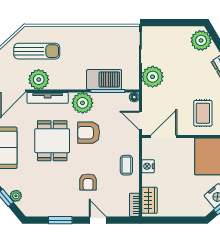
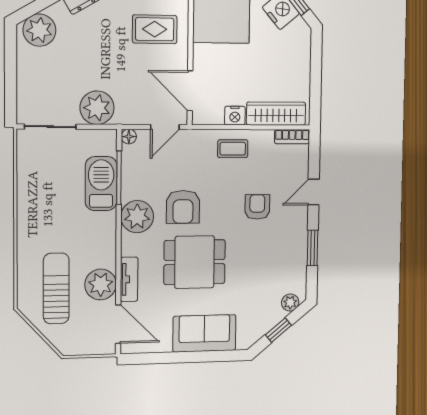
tv unit: (48, 98) -> (129, 279), width x0.71
armchair: (88, 182) -> (257, 207), turned -90
plant: (16, 196) -> (290, 302), moved
wardrobe: (149, 200) -> (276, 114), width x1.50

